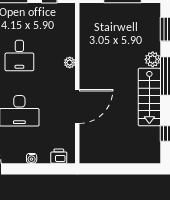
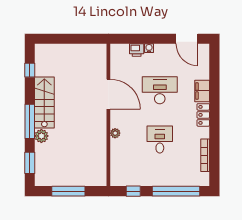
door: (77, 107) -> (108, 94), swing flipped
printer: (59, 156) -> (137, 50), moved

